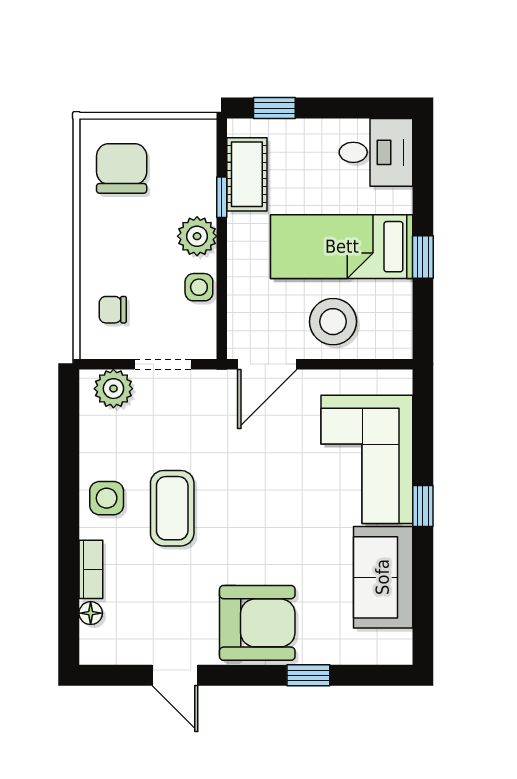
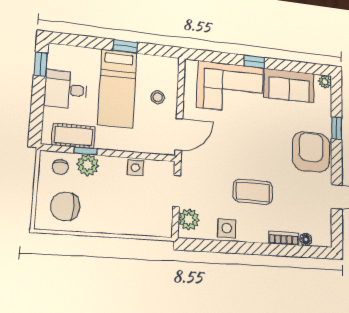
window: (274, 108) -> (41, 64), moved
desk: (376, 152) -> (66, 89), moved, turned -90
plant: (197, 236) -> (88, 165), moved
chair: (113, 310) -> (60, 167), moved
stool: (333, 322) -> (158, 97), width x0.53, depth x0.53
door: (267, 364) -> (179, 134), hinge flipped
side table: (107, 498) -> (227, 228), moved
plant: (399, 652) -> (325, 82), added

